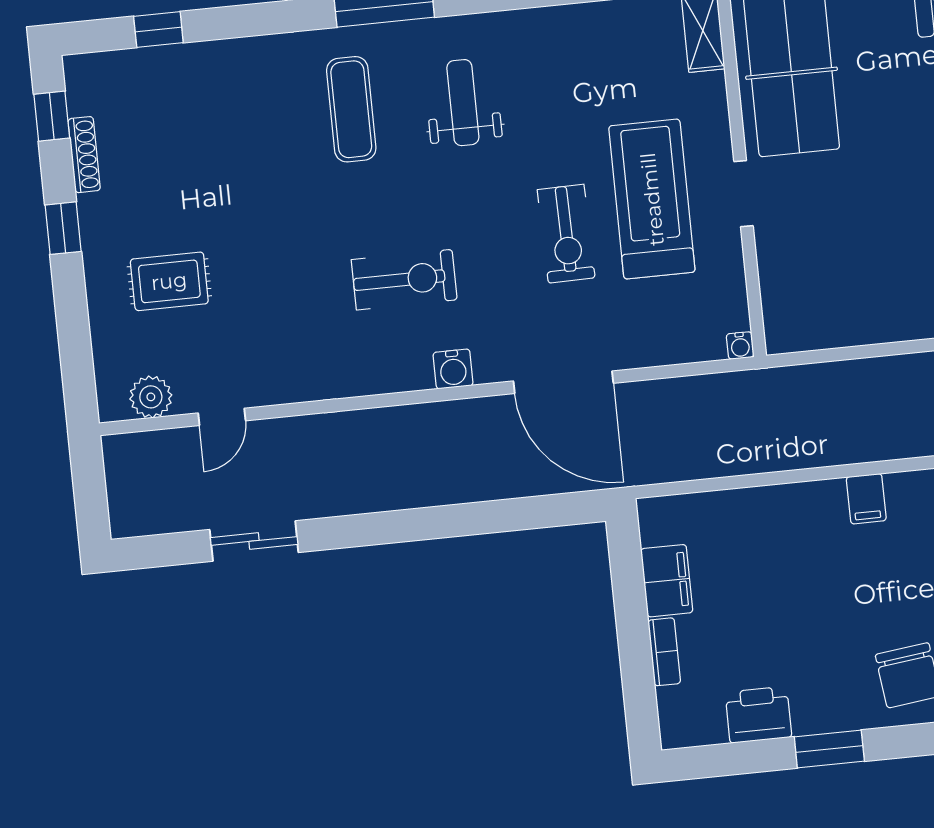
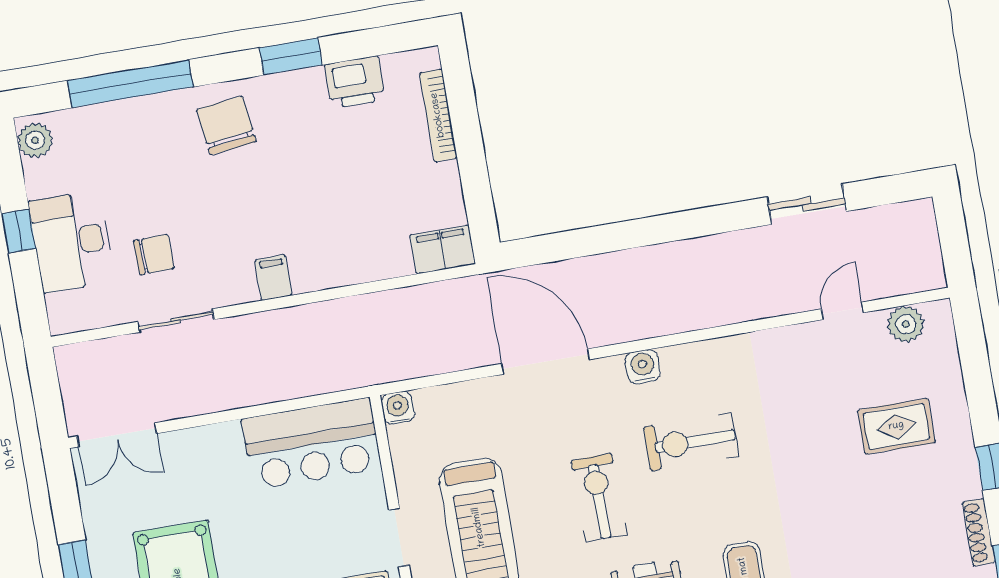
exercise bike: (566, 234) -> (599, 497), moved
bar counter: (836, 307) -> (311, 444), added
water cooler: (740, 345) -> (398, 408), width x1.38, depth x1.38
filing cabinet: (667, 581) -> (442, 249), moved, turned 90
bookcase: (664, 652) -> (438, 115), width x1.56

